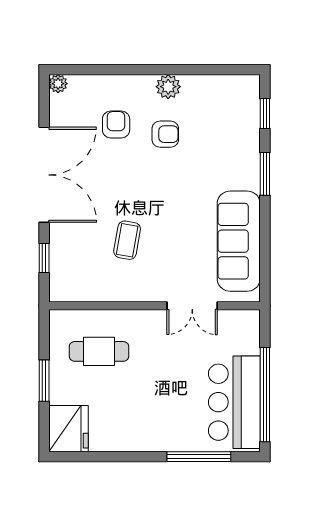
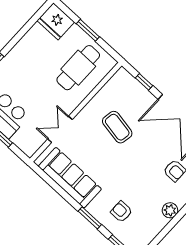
armchair: (165, 134) -> (121, 212), moved, turned 90
coffee table: (127, 240) -> (117, 127), width x1.36, depth x1.30
cafe table: (99, 351) -> (78, 68), width x1.37, depth x1.35

